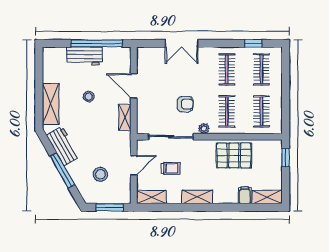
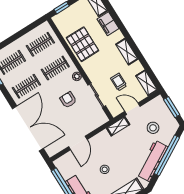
double door: (182, 43) -> (28, 128), width x1.87
shelving: (125, 117) -> (118, 126), moved
sliding door: (171, 137) -> (97, 95), width x0.73
workbench: (63, 146) -> (152, 161), width x1.38
window: (62, 171) -> (167, 156), width x1.46
filing cabinet: (245, 195) -> (108, 24), width x2.00

